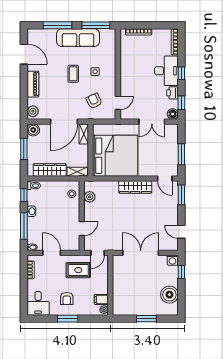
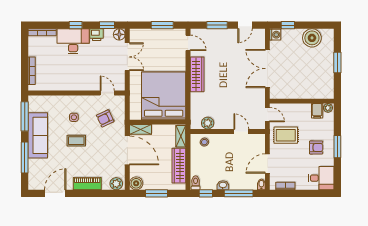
door: (165, 178) -> (188, 43), hinge flipped
window: (181, 195) -> (217, 25), moved
rug: (78, 270) -> (286, 135), turned 90

